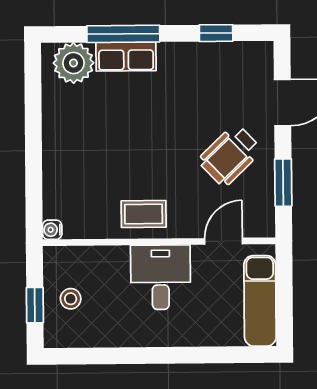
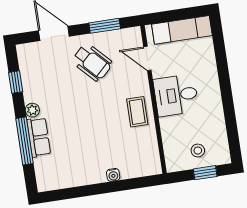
plant: (73, 63) -> (32, 110), moved, width x0.53, depth x0.53
water cooler: (52, 230) -> (113, 175), moved

